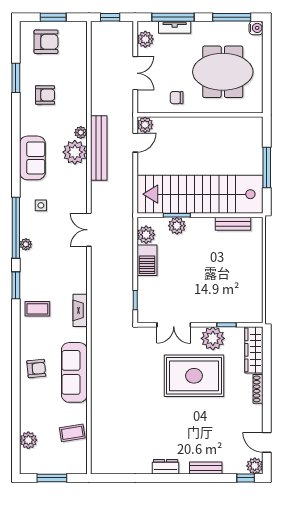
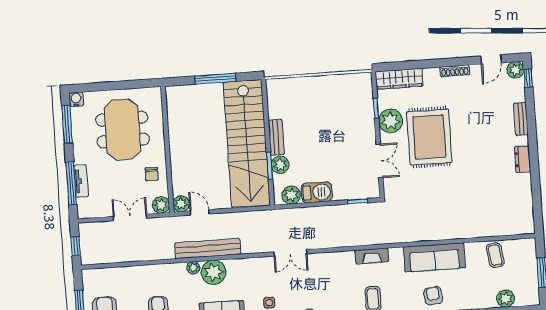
plant: (145, 39) -> (161, 205), moved
bench: (233, 224) -> (276, 137), moved
shoe rack: (258, 389) -> (455, 71), moved

